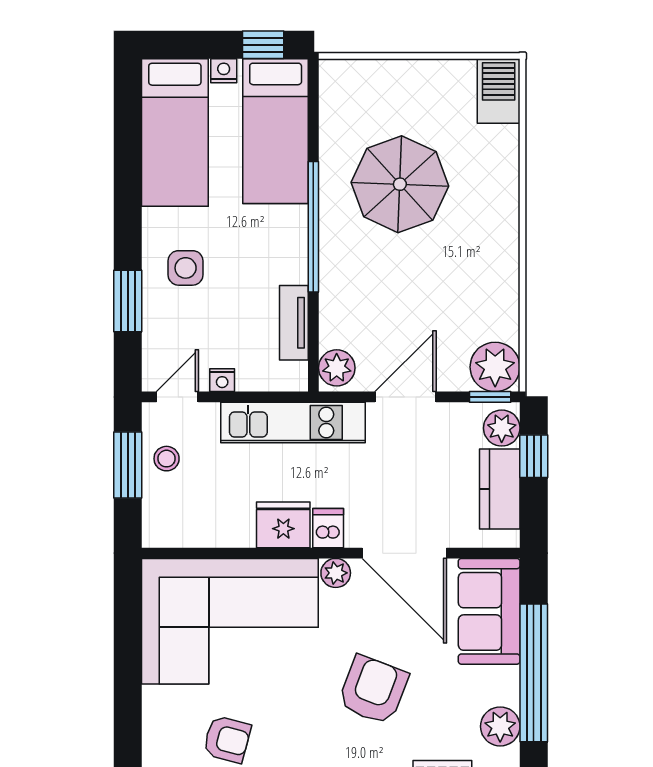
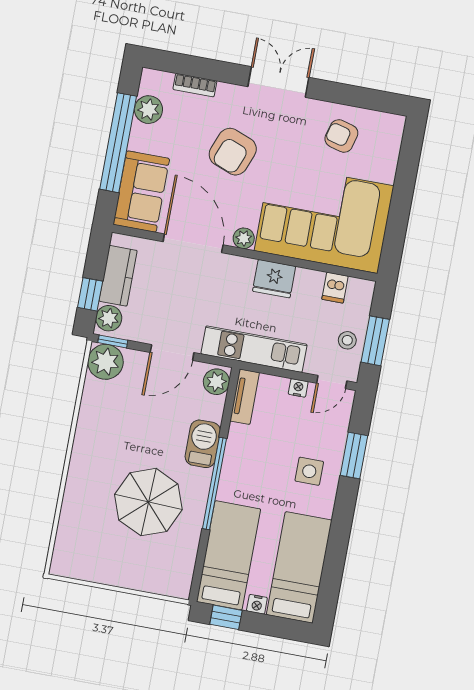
barbecue: (499, 91) -> (203, 444), moved, turned 180
tv unit: (294, 323) -> (245, 397), moved
dishwasher: (328, 528) -> (335, 288), moved

